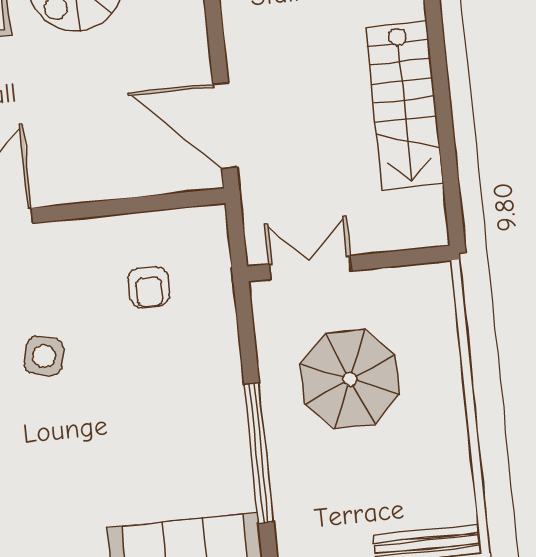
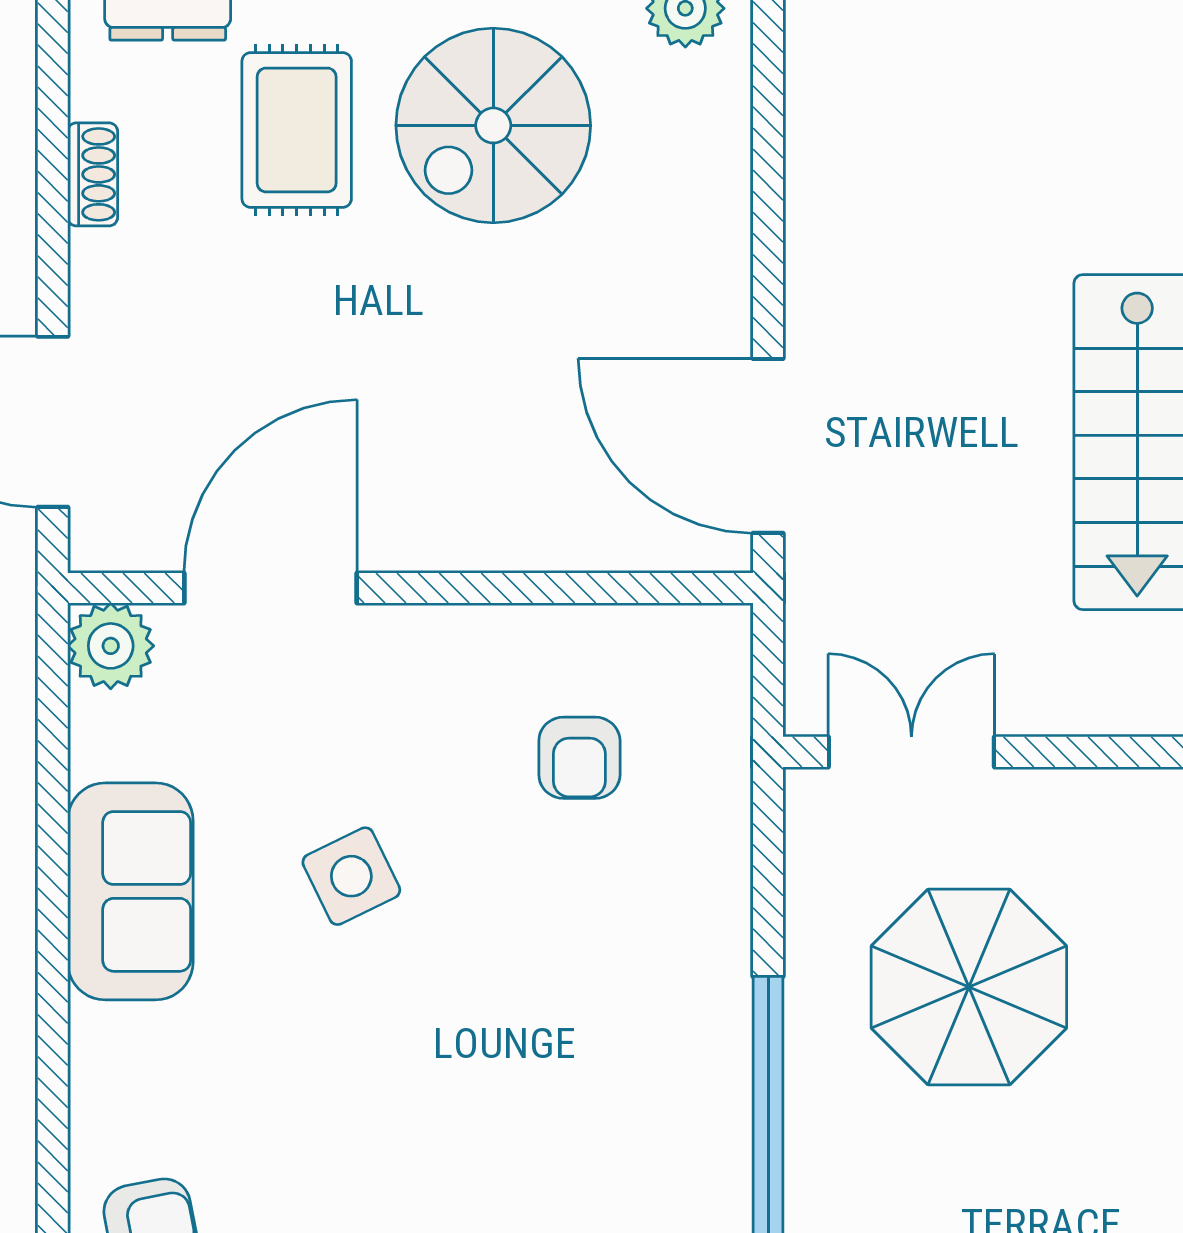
side table: (44, 356) -> (351, 876), turned -38

